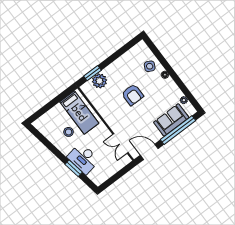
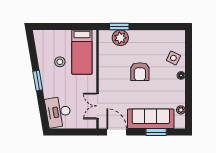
sofa: (171, 120) -> (151, 119), width x1.36
window: (178, 130) -> (156, 132), width x0.47
desk: (83, 158) -> (58, 112), moved
window: (74, 168) -> (38, 81), moved

